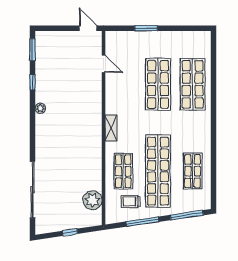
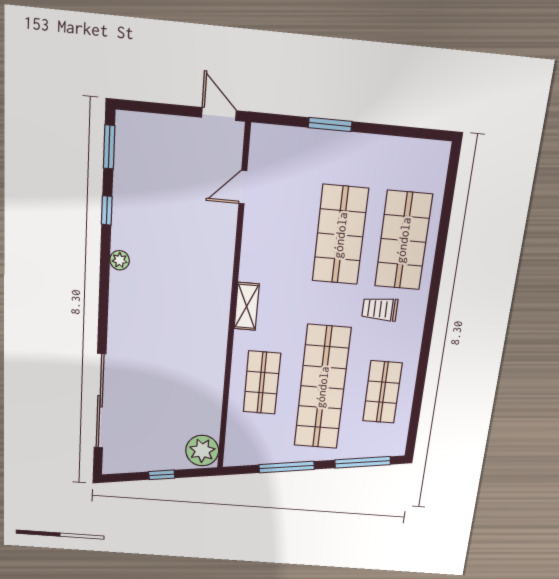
door: (104, 64) -> (243, 187), swing flipped
plant: (92, 200) -> (202, 451), moved
trolley: (131, 202) -> (380, 309), moved

